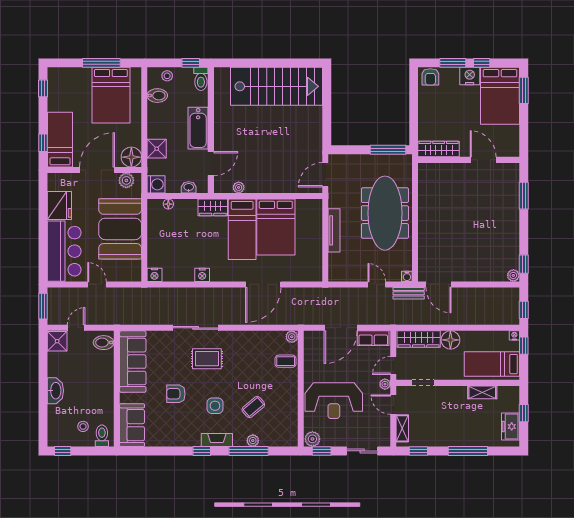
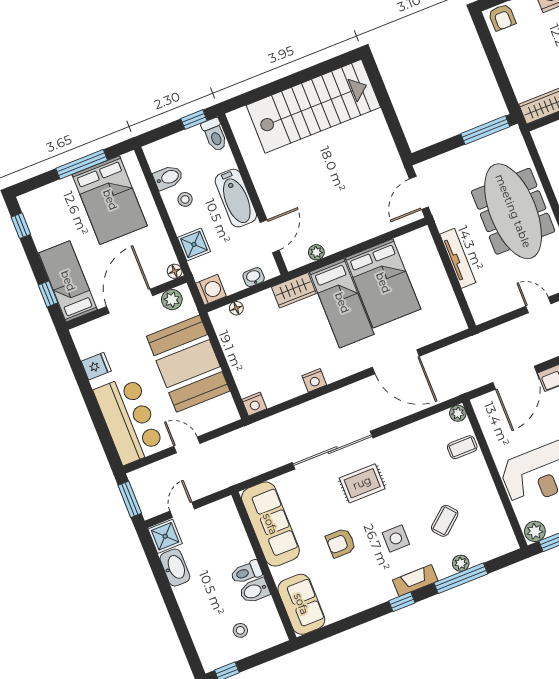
stool: (167, 76) -> (185, 199), moved
floor lamp: (131, 157) -> (175, 271), width x0.53, depth x0.53
fridge: (59, 206) -> (96, 366), width x0.53, depth x0.75
door: (263, 284) -> (396, 362), hinge flipped
sliding door: (196, 328) -> (333, 450), width x1.36
bidet: (104, 343) -> (254, 591), moved
washbasin: (55, 391) -> (175, 568), moved
toilet: (102, 436) -> (246, 572), moved, turned -90

